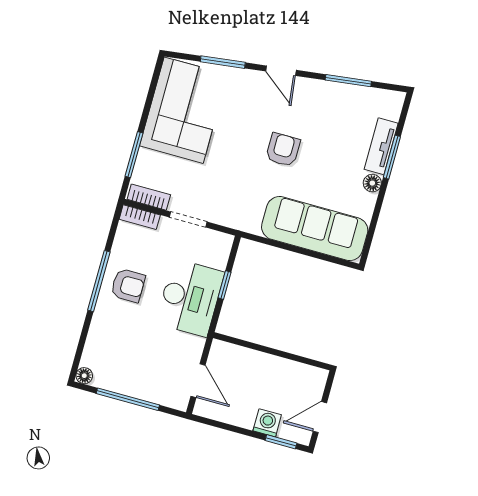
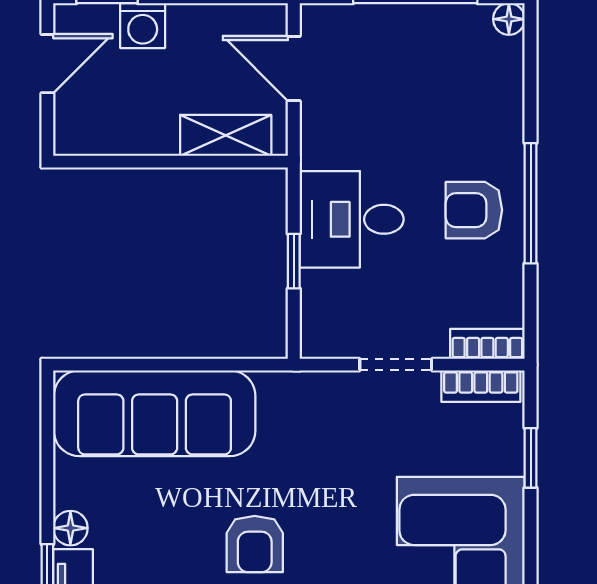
window: (134, 155) -> (531, 458), width x0.67
desk: (190, 298) -> (352, 219), width x0.73
shelving: (241, 357) -> (226, 135), added

